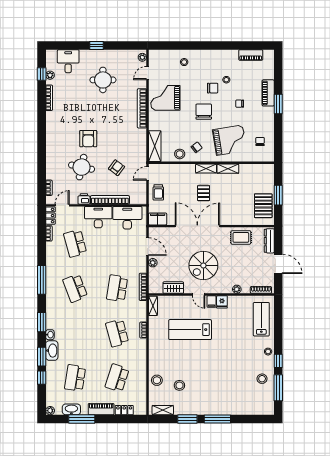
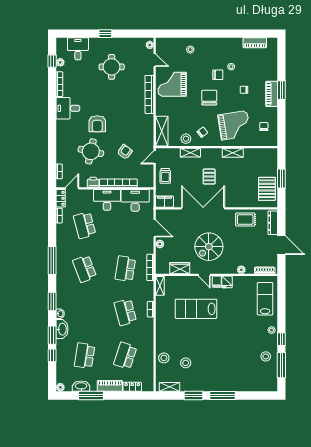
door: (147, 73) -> (155, 60), swing flipped
piano: (268, 93) -> (272, 94), moved
desk: (58, 123) -> (68, 108), added
shelving: (206, 168) -> (190, 153), moved

